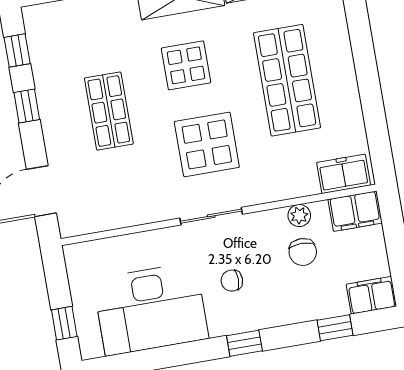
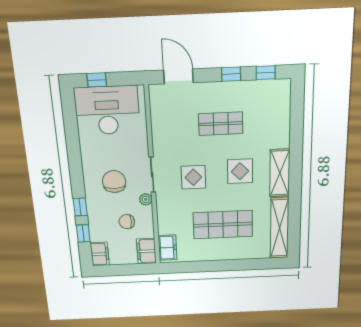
display table: (207, 144) -> (193, 177), width x0.73, depth x0.73
plant: (299, 215) -> (146, 199), moved
chair: (232, 281) -> (114, 182), width x1.87, depth x1.87
desk: (151, 309) -> (107, 110), moved, turned 90
window: (244, 343) -> (80, 207), moved

